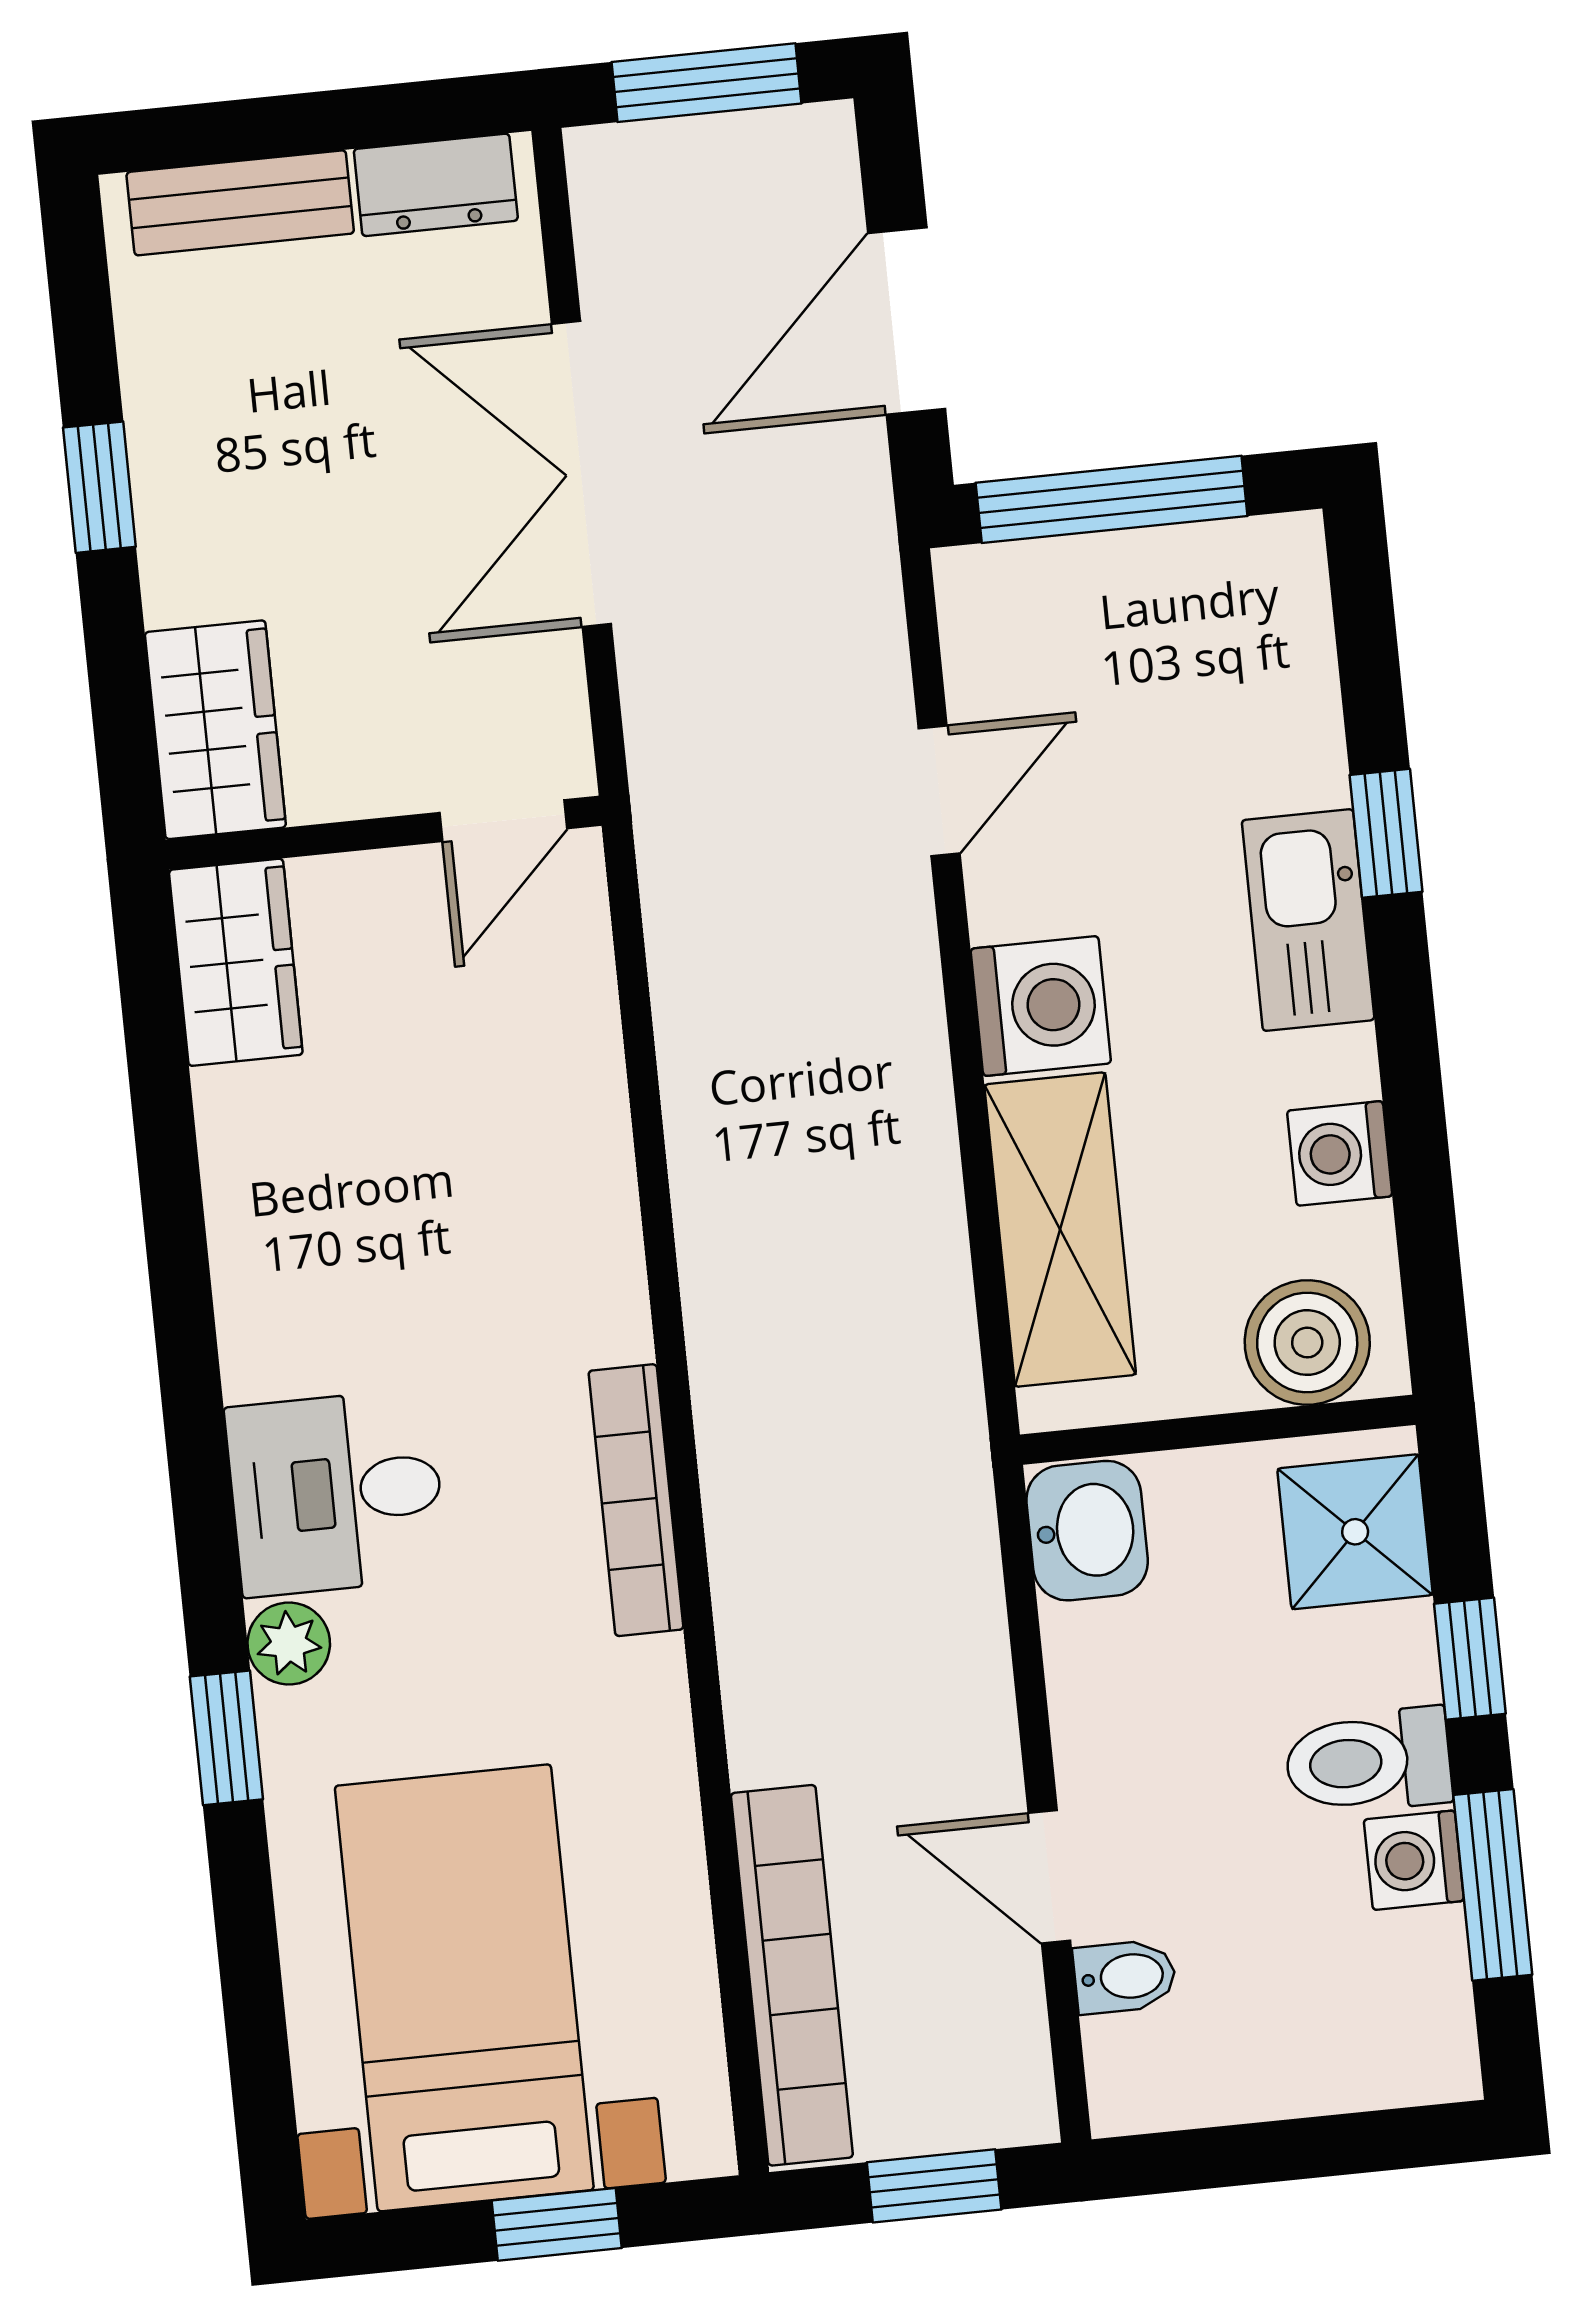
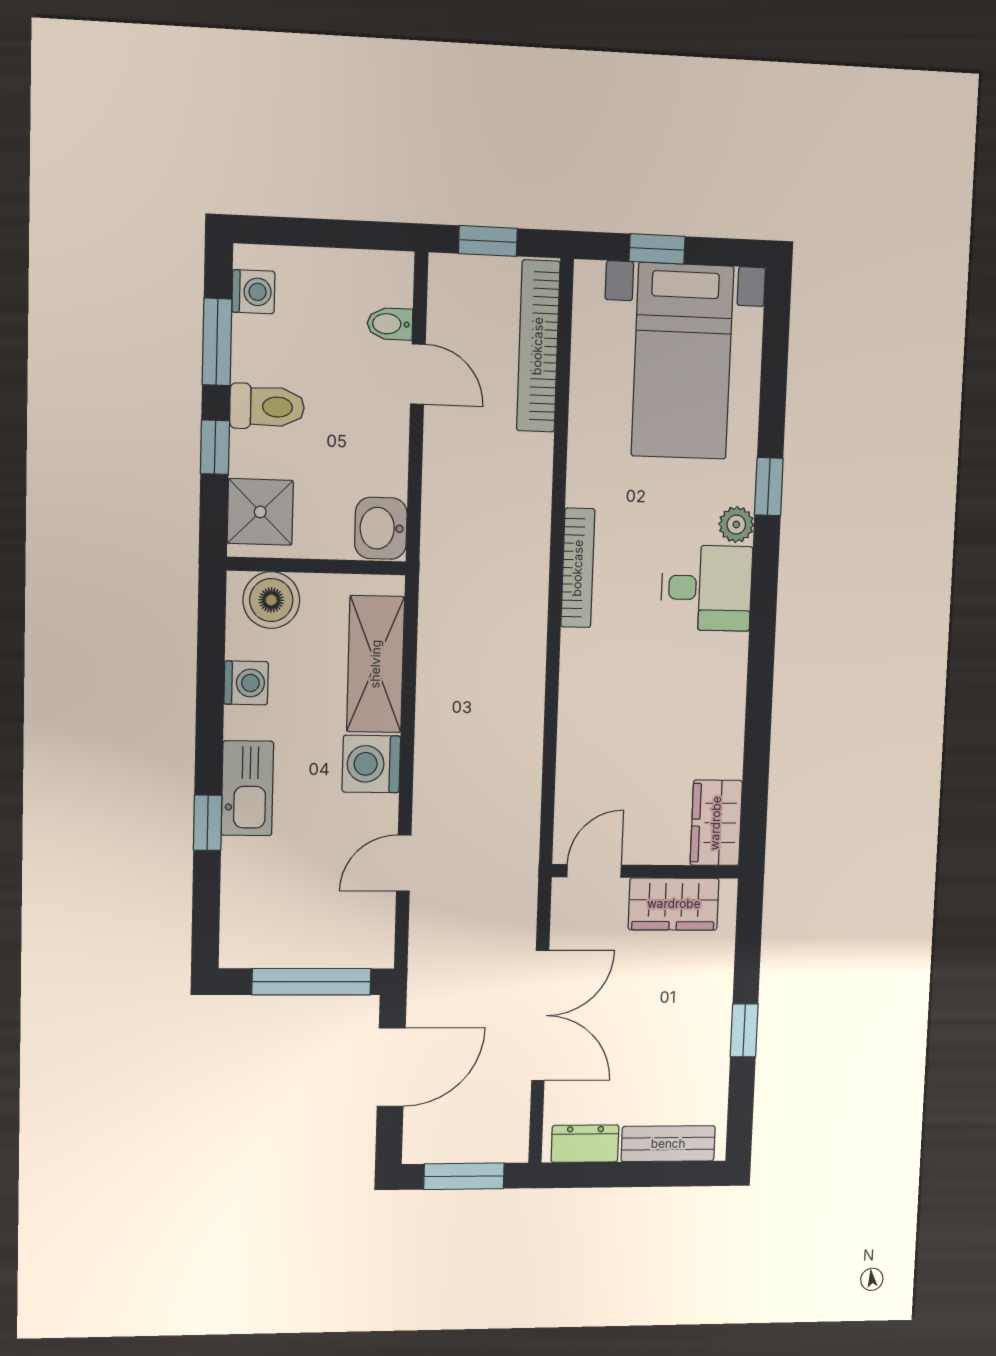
wardrobe: (215, 730) -> (674, 904), moved, turned -90
washing machine: (1414, 1860) -> (253, 292), moved

